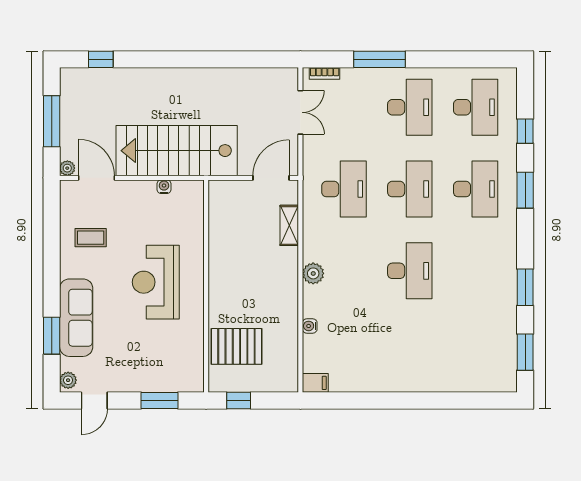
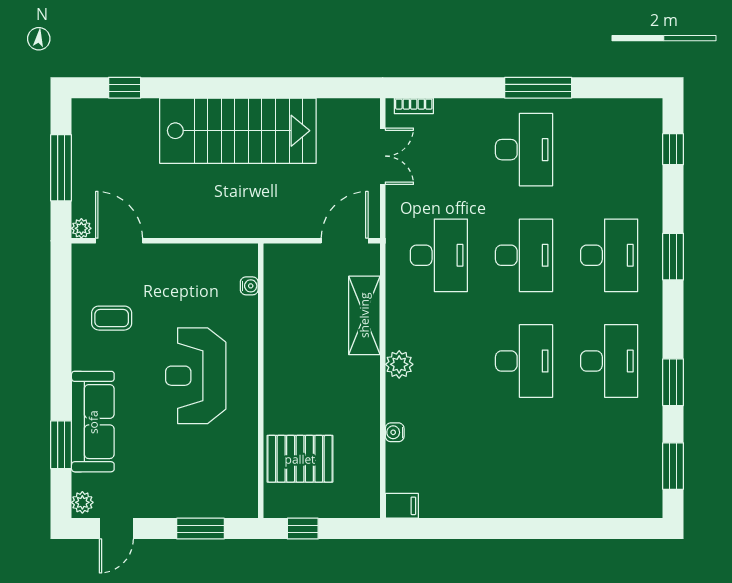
window: (379, 59) -> (538, 88), moved
desk: (476, 107) -> (609, 361), moved
window: (525, 131) -> (673, 149), moved
stairs: (177, 151) -> (238, 131), moved, turned 180
water cooler: (164, 187) -> (249, 286), moved, turned 90
shelving: (289, 225) -> (364, 315), width x1.50, depth x1.33

